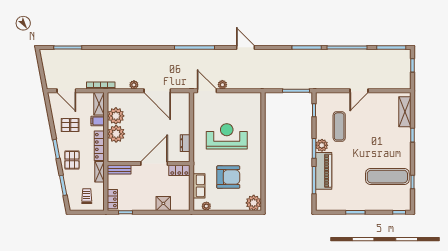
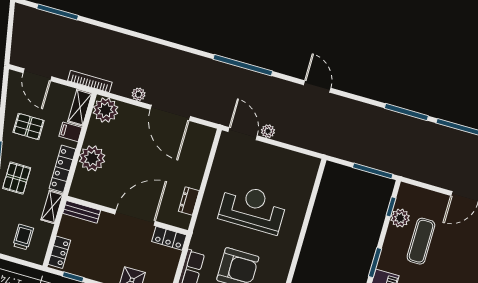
plant: (116, 116) -> (105, 110), moved
plant: (322, 145) -> (400, 218), moved

